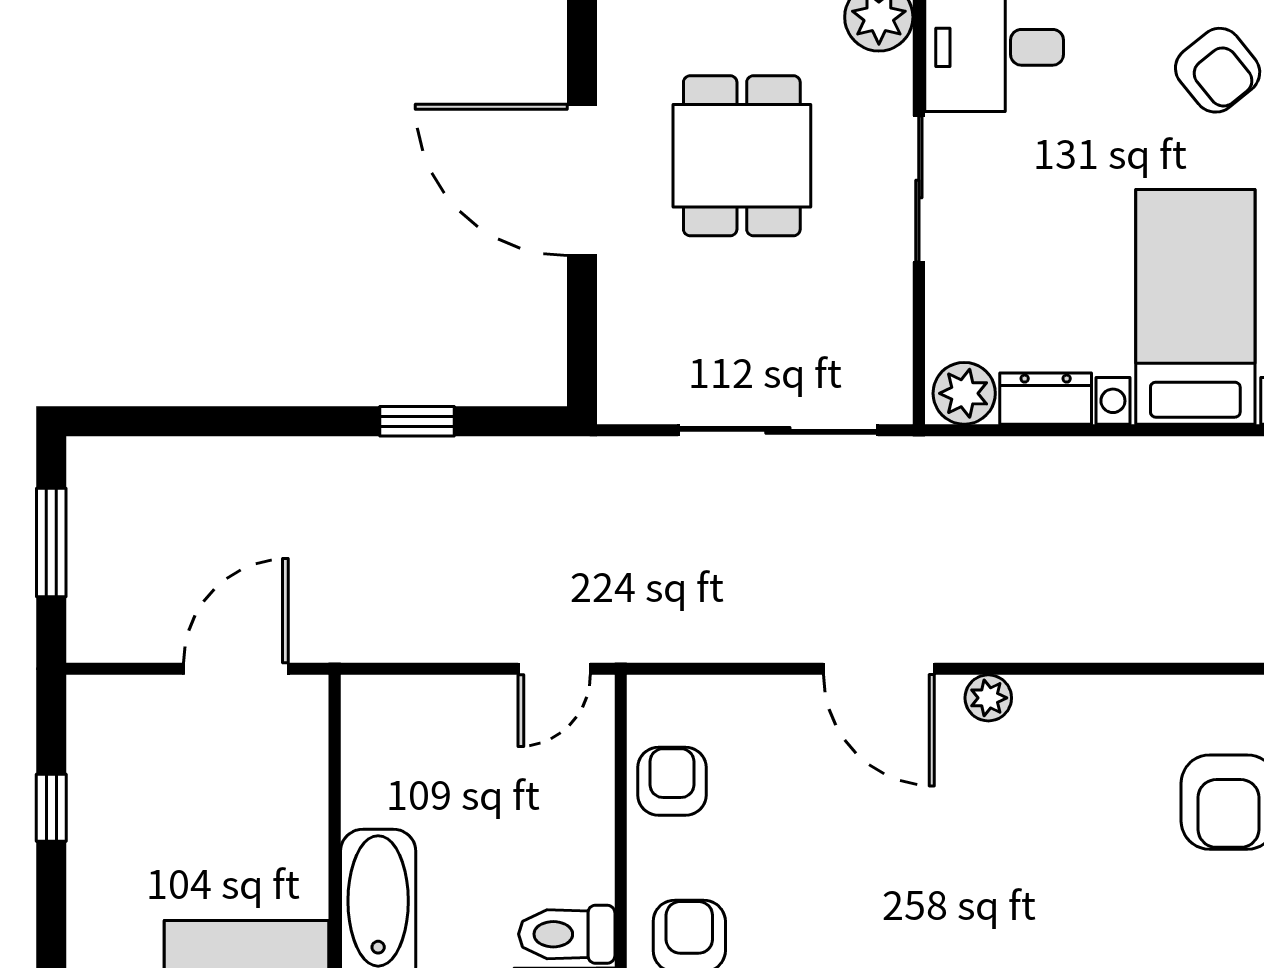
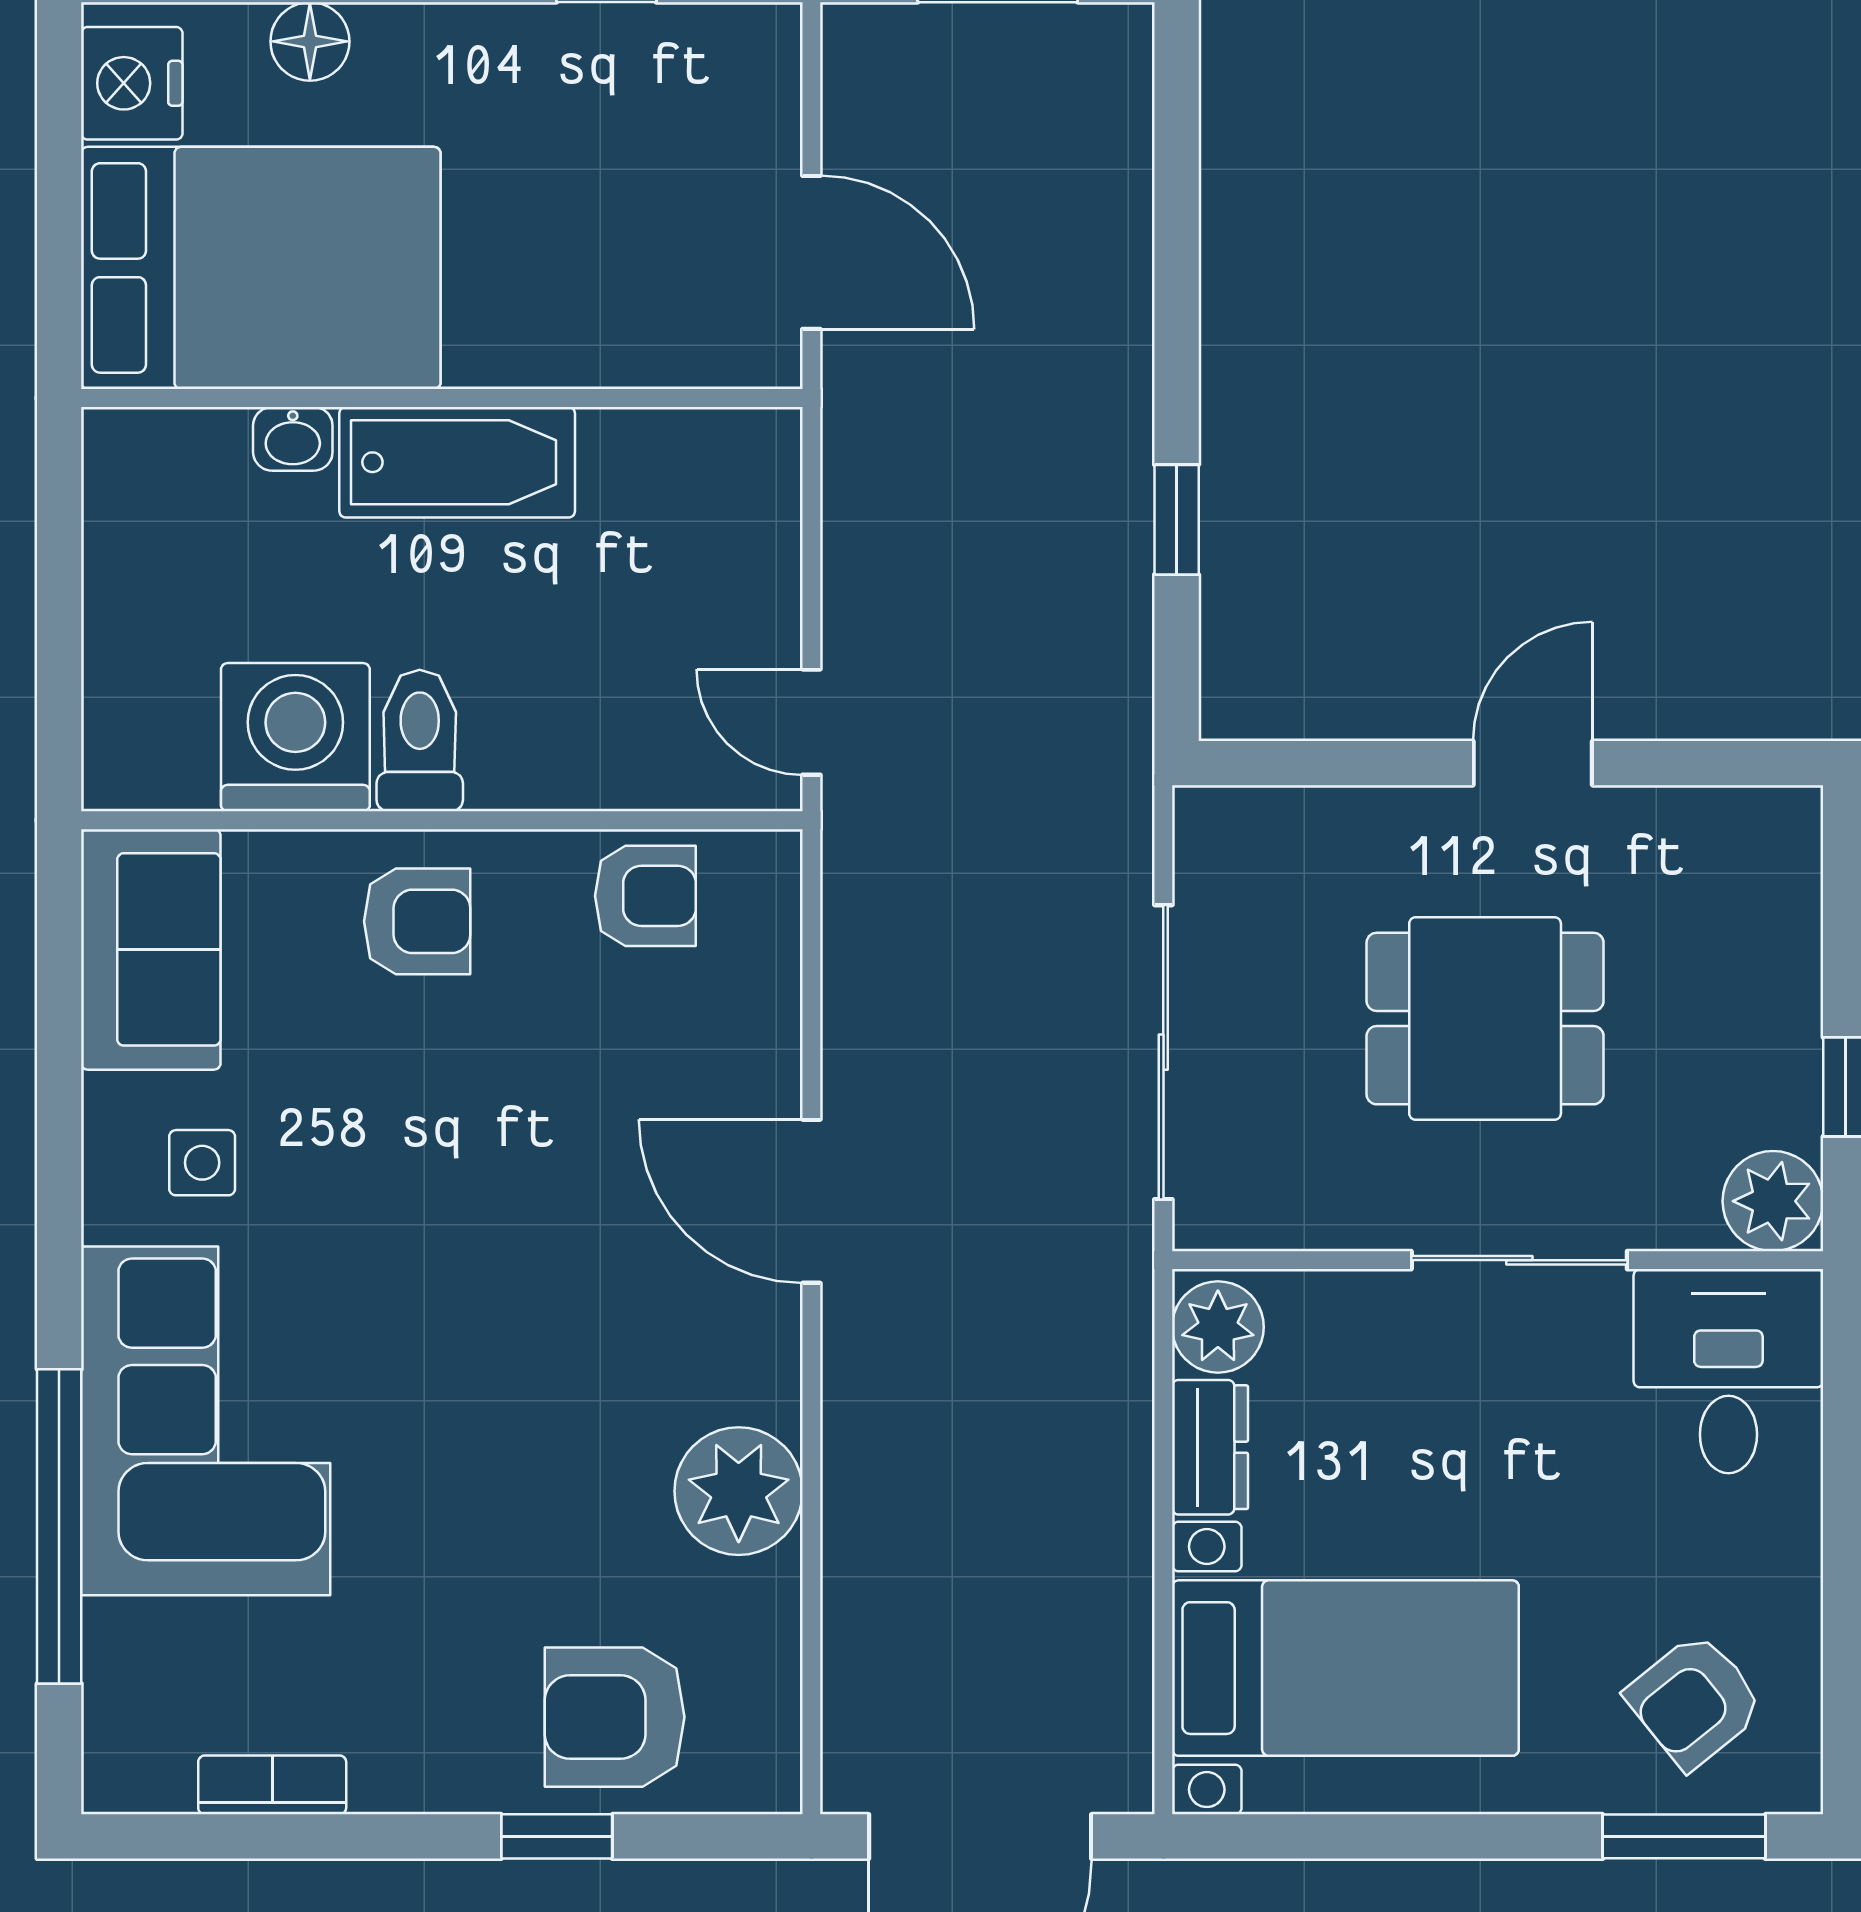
dining table: (742, 156) -> (1485, 1019), moved
door: (582, 180) -> (1533, 763), width x0.53
door: (879, 669) -> (811, 1201), hinge flipped
plant: (988, 698) -> (739, 1491), moved, width x1.88, depth x1.88

